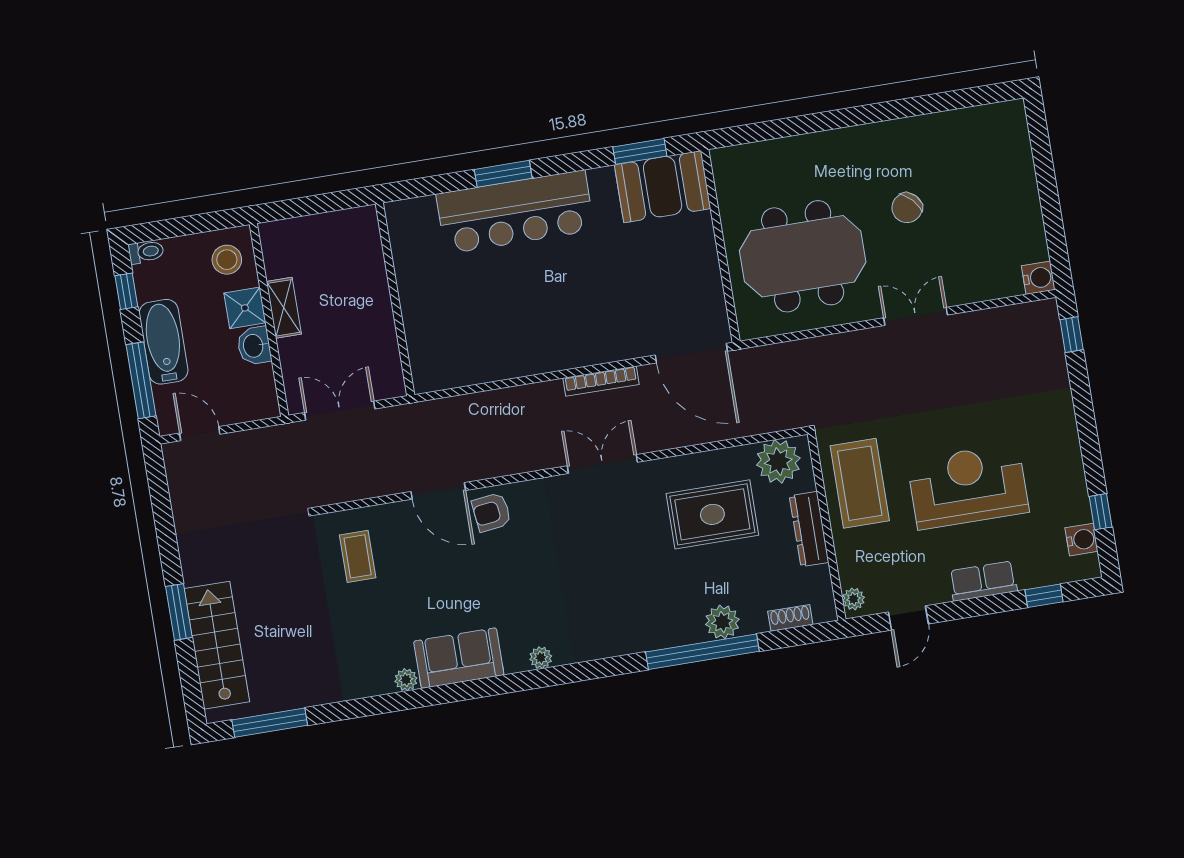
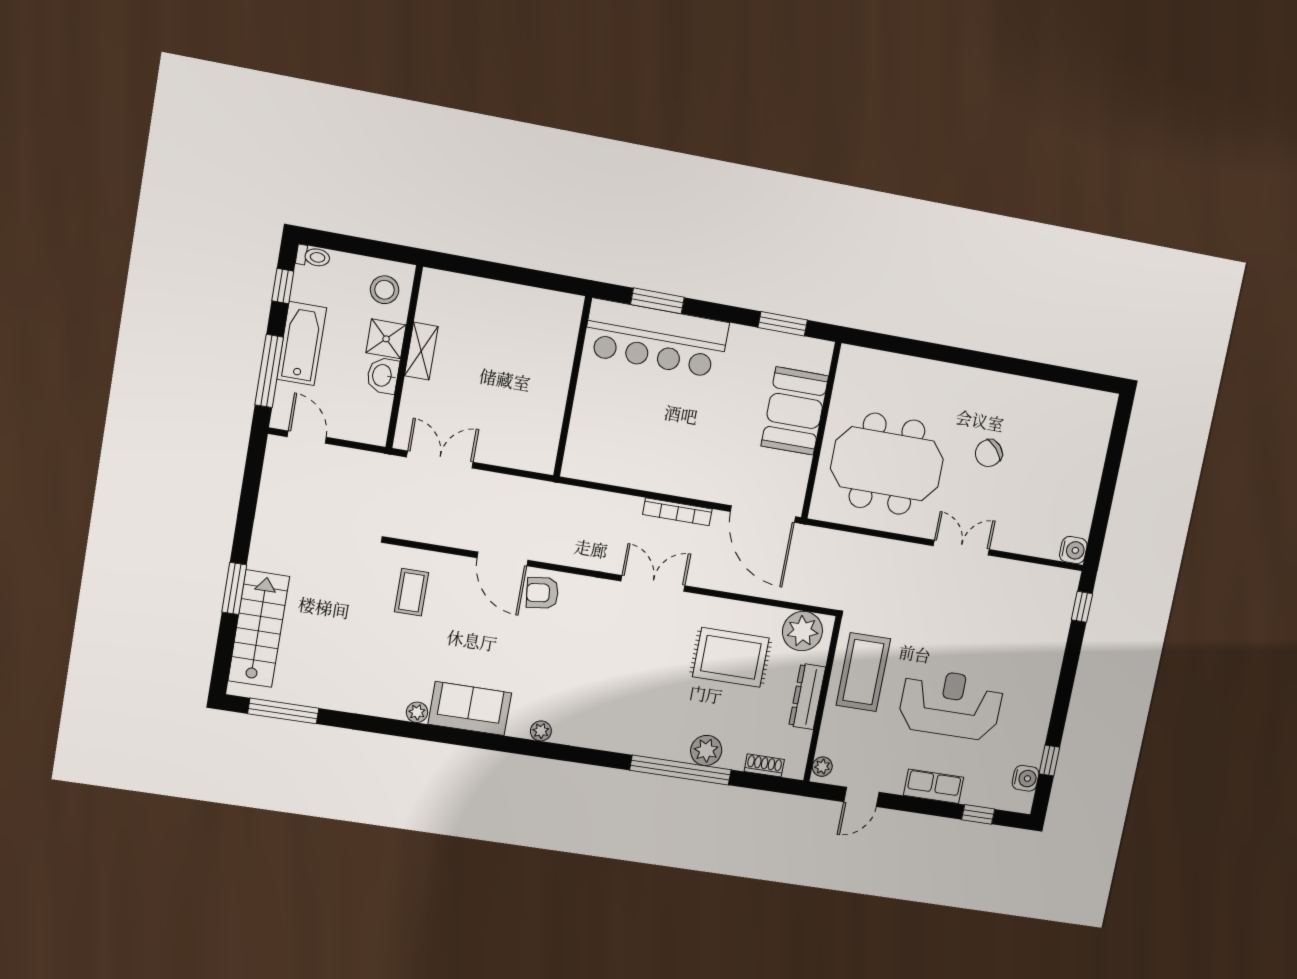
booth: (663, 187) -> (795, 411), moved, turned 90
wall: (395, 299) -> (572, 387), moved

